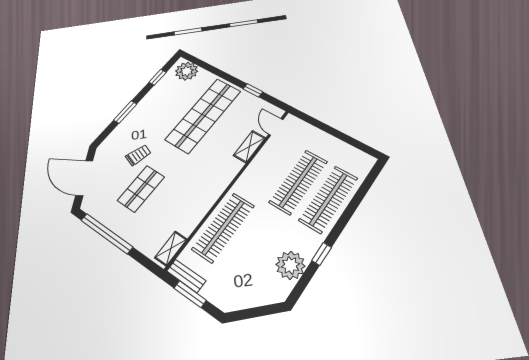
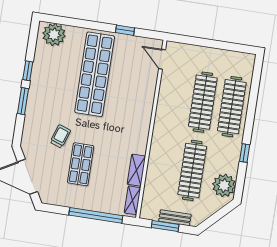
window: (158, 77) -> (28, 71), moved
shelving: (249, 147) -> (136, 170), moved
clothes rail: (223, 227) -> (192, 170), moved
window: (107, 233) -> (96, 215), moved
plant: (290, 265) -> (224, 185), moved
bench: (186, 276) -> (175, 218), moved

